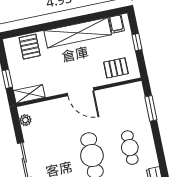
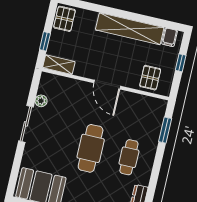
pallet: (30, 47) -> (65, 19), moved
pallet: (116, 68) -> (150, 78), turned 90
plant: (25, 120) -> (41, 101), moved

